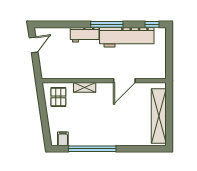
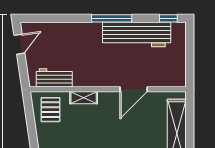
workbench: (85, 35) -> (54, 78), moved, turned 180

